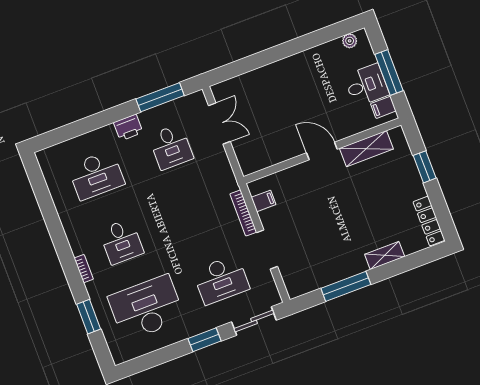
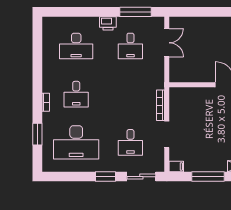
filing cabinet: (264, 201) -> (176, 167), moved
desk: (221, 280) -> (130, 142), width x0.73
desk: (146, 308) -> (76, 142), turned 180

